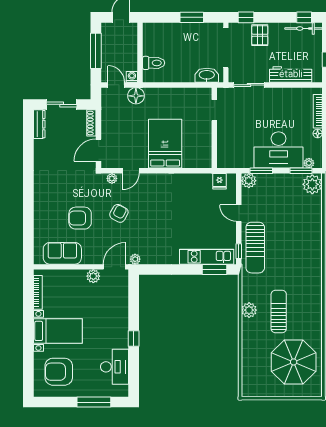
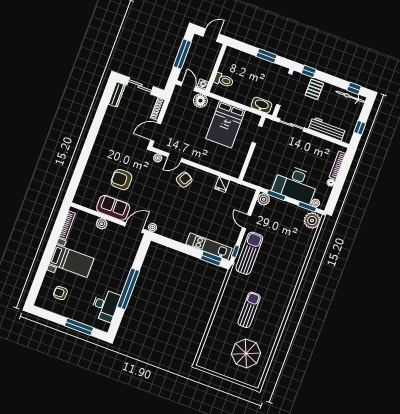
bed: (165, 144) -> (226, 124), moved, turned 180
fridge: (219, 181) -> (222, 184), moved
armchair: (119, 213) -> (184, 180), moved
sun lounger: (255, 248) -> (249, 253), turned 180
sofa: (62, 253) -> (113, 208), moved
plant: (93, 276) -> (102, 224), moved
plant: (249, 310) -> (226, 300), removed
window: (134, 339) -> (128, 289), width x3.17
parasol: (294, 362) -> (246, 353), width x0.73, depth x0.73
armchair: (59, 372) -> (60, 293), width x0.53, depth x0.53

